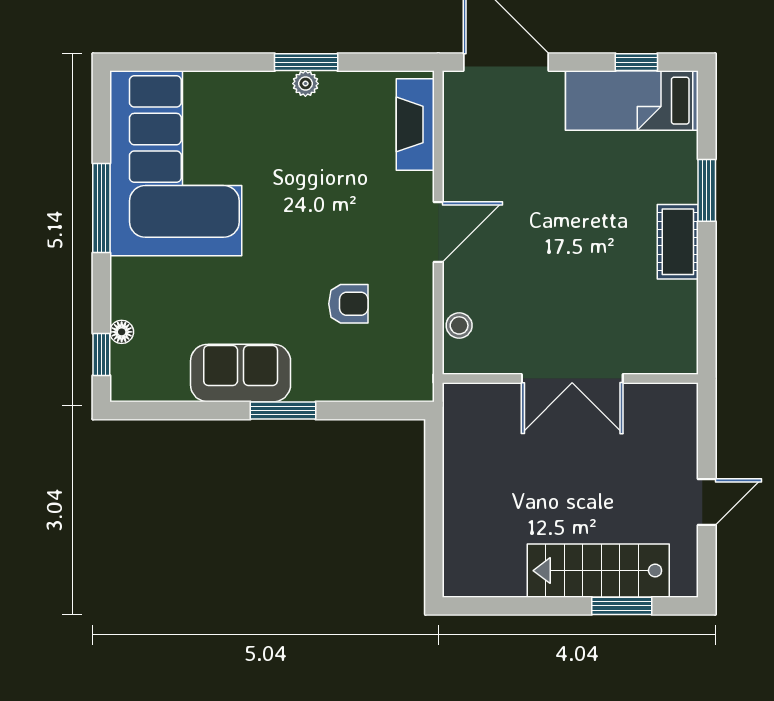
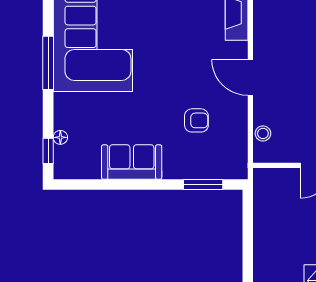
door: (438, 232) -> (250, 77), swing flipped
window: (283, 410) -> (203, 184), moved

